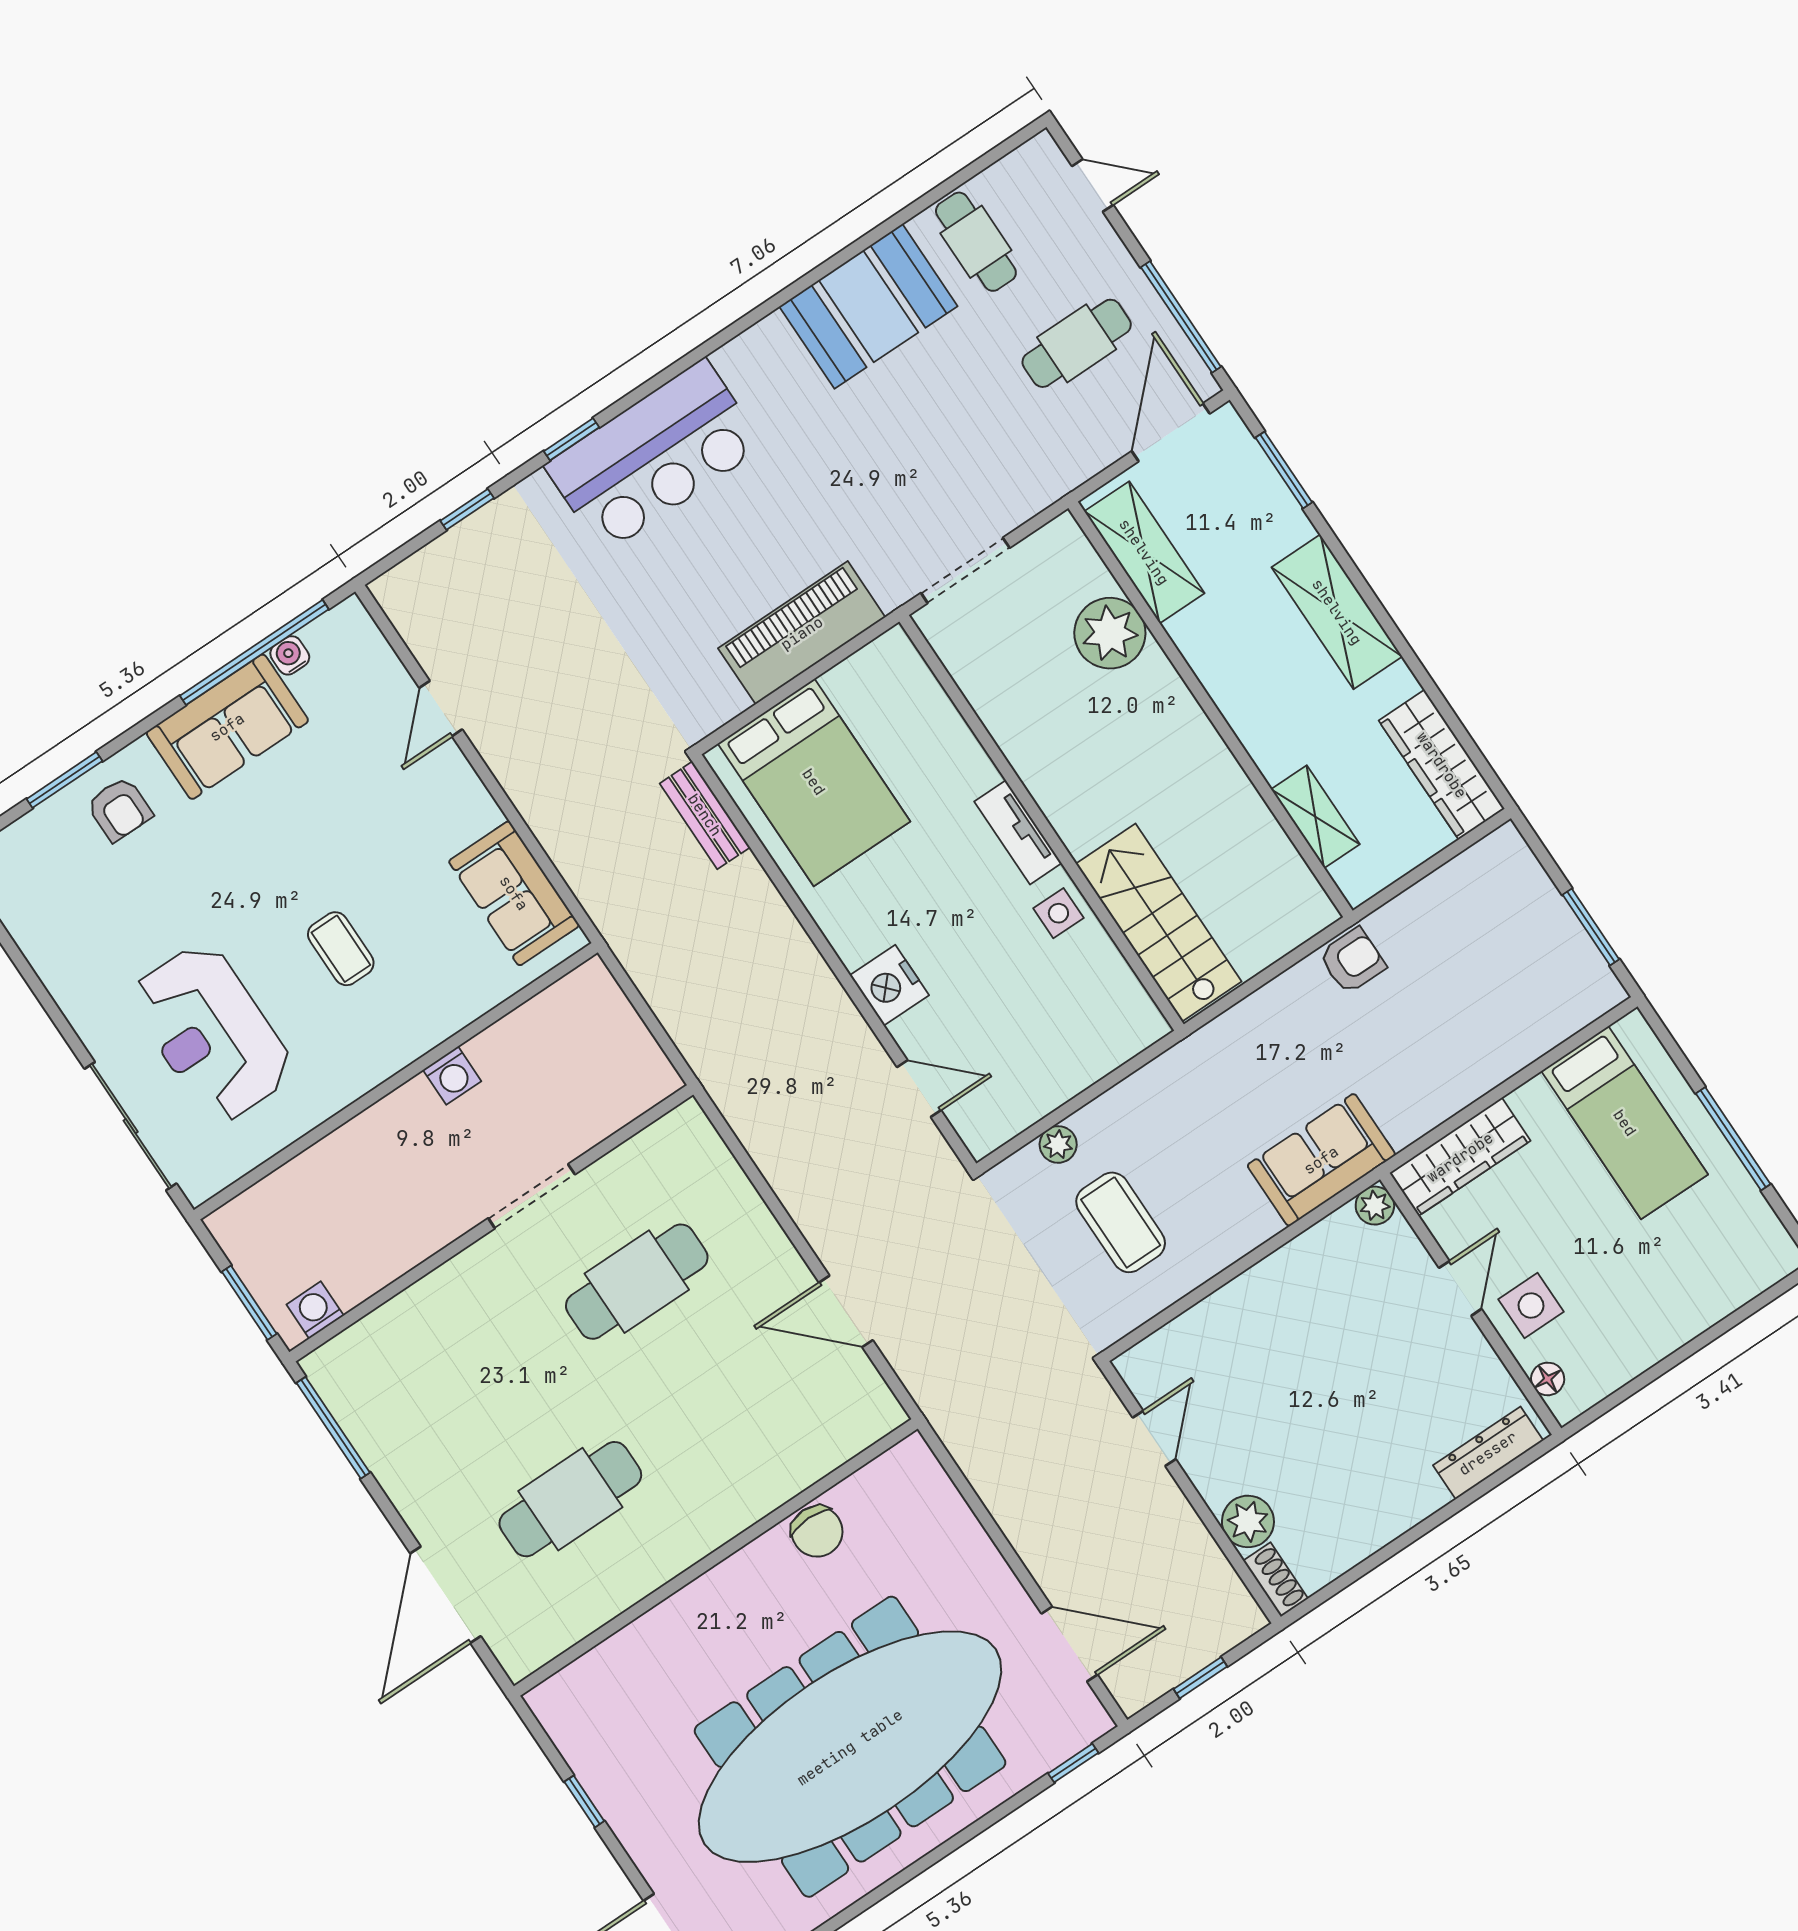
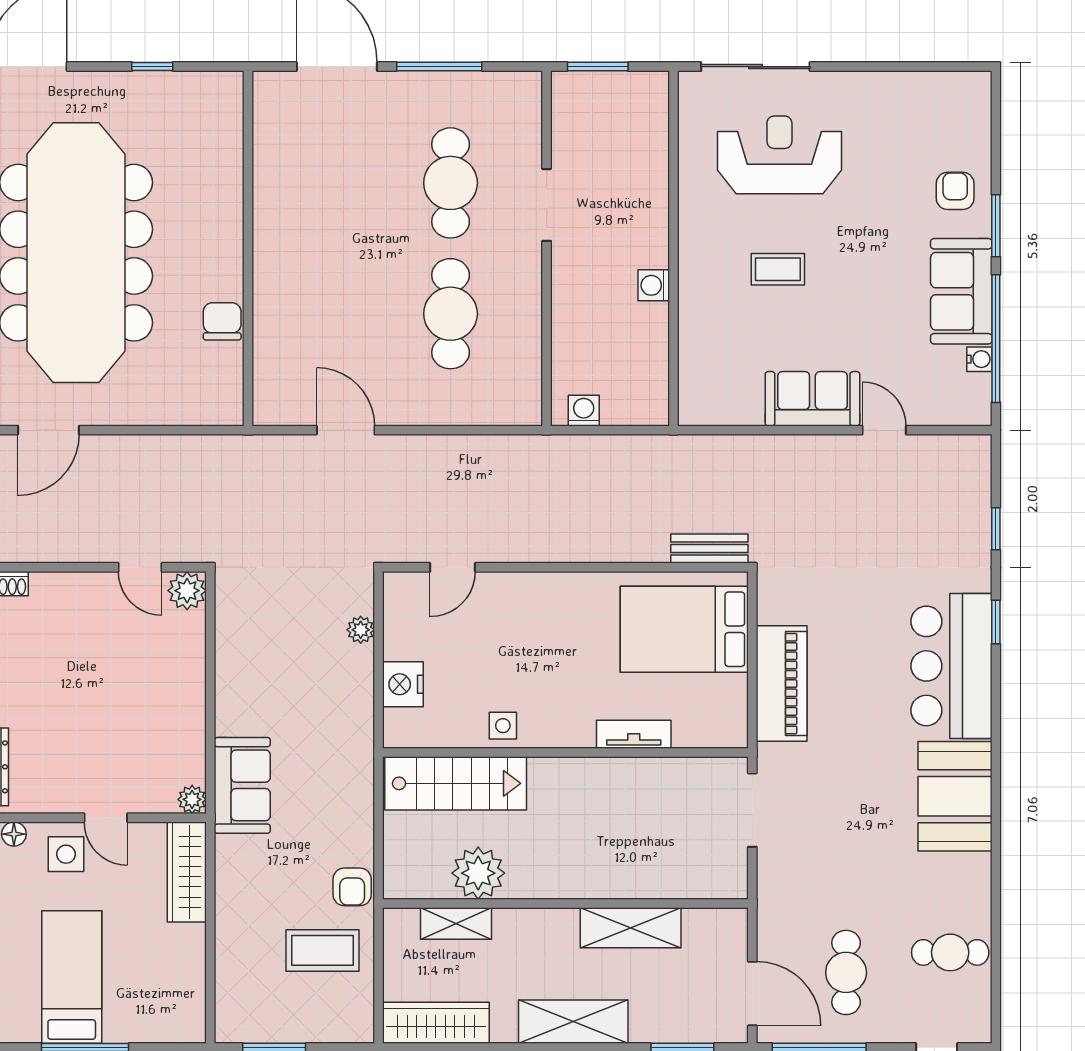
booth: (868, 306) -> (955, 796), moved
shelving: (1144, 552) -> (631, 928), moved
plant: (1110, 633) -> (478, 873), moved
window: (64, 780) -> (996, 226), moved
armchair: (120, 809) -> (955, 191), turned 90
tv unit: (1018, 832) -> (634, 734), moved
sofa: (514, 893) -> (812, 399), moved
nightstand: (889, 985) -> (403, 684), moved, turned -90
bed: (1625, 1123) -> (72, 977), moved, turned 90
doorway: (532, 1196) -> (547, 205), moved
coffee table: (1121, 1222) -> (322, 950), moved
washing machine: (315, 1310) -> (584, 411), moved, turned -90
door: (846, 1311) -> (346, 430), hinge flipped
window: (333, 1428) -> (439, 67), moved
cafe table: (570, 1499) -> (451, 183), moved
plant: (1248, 1521) -> (187, 591), moved
chair: (817, 1531) -> (222, 321), turned 90

